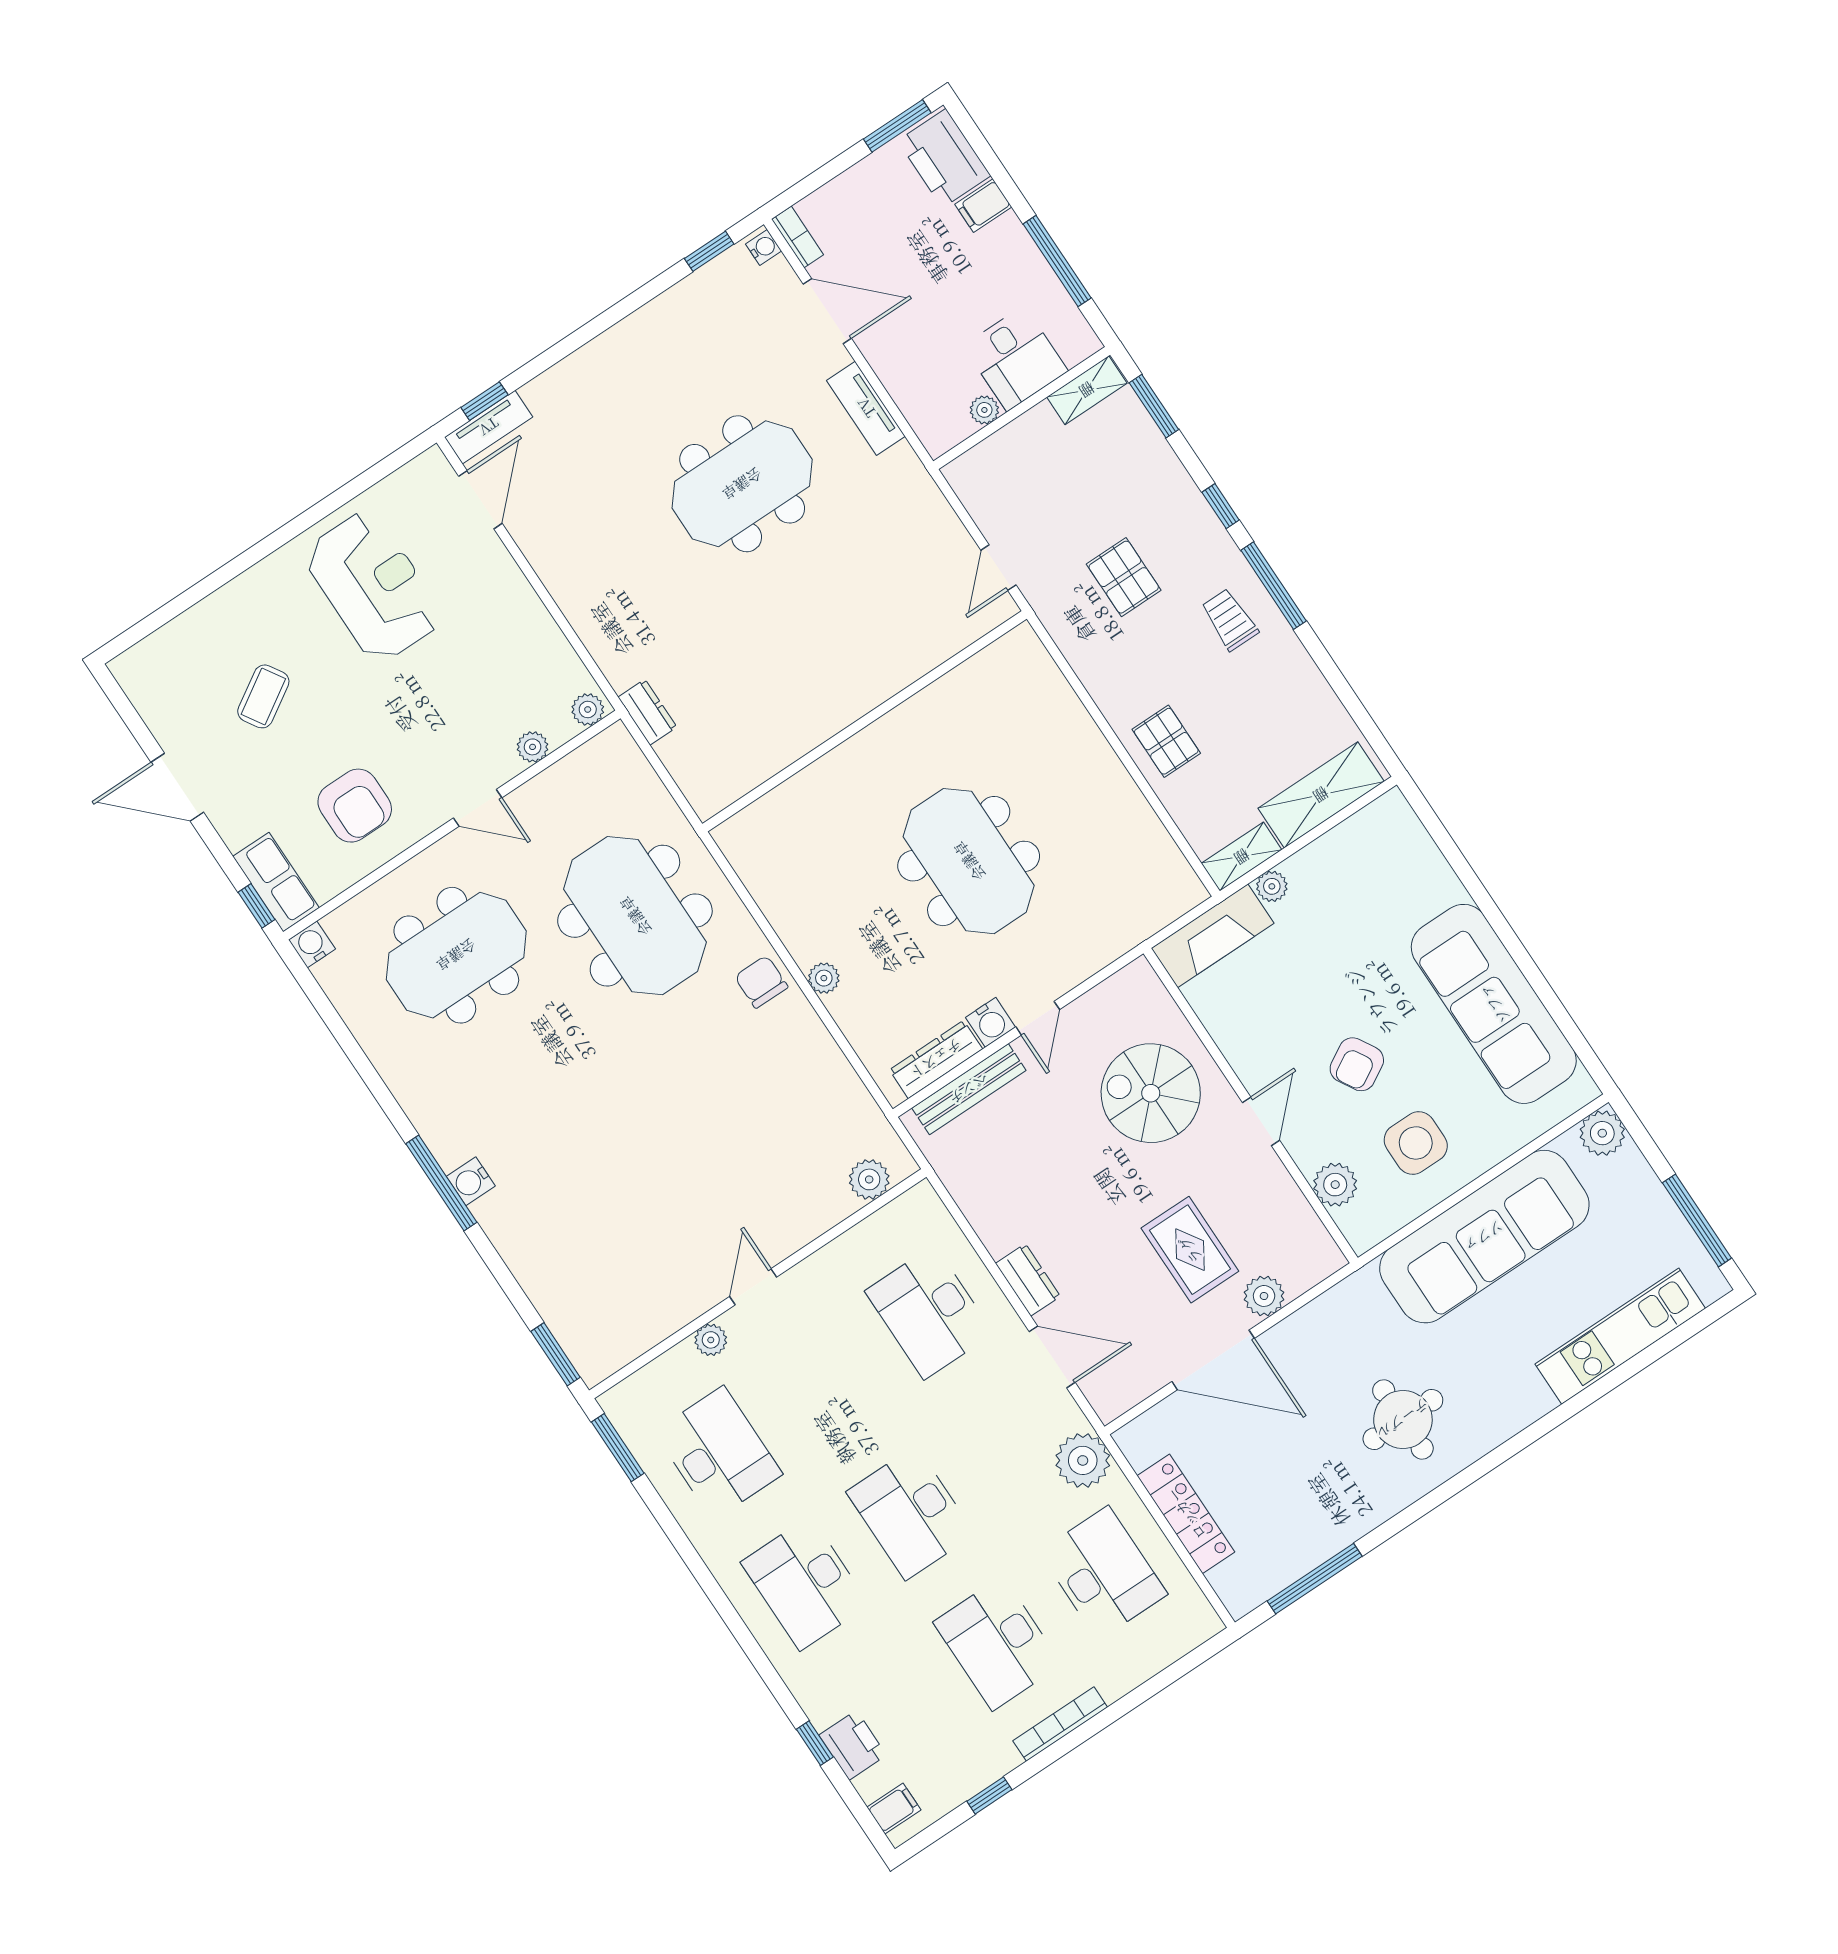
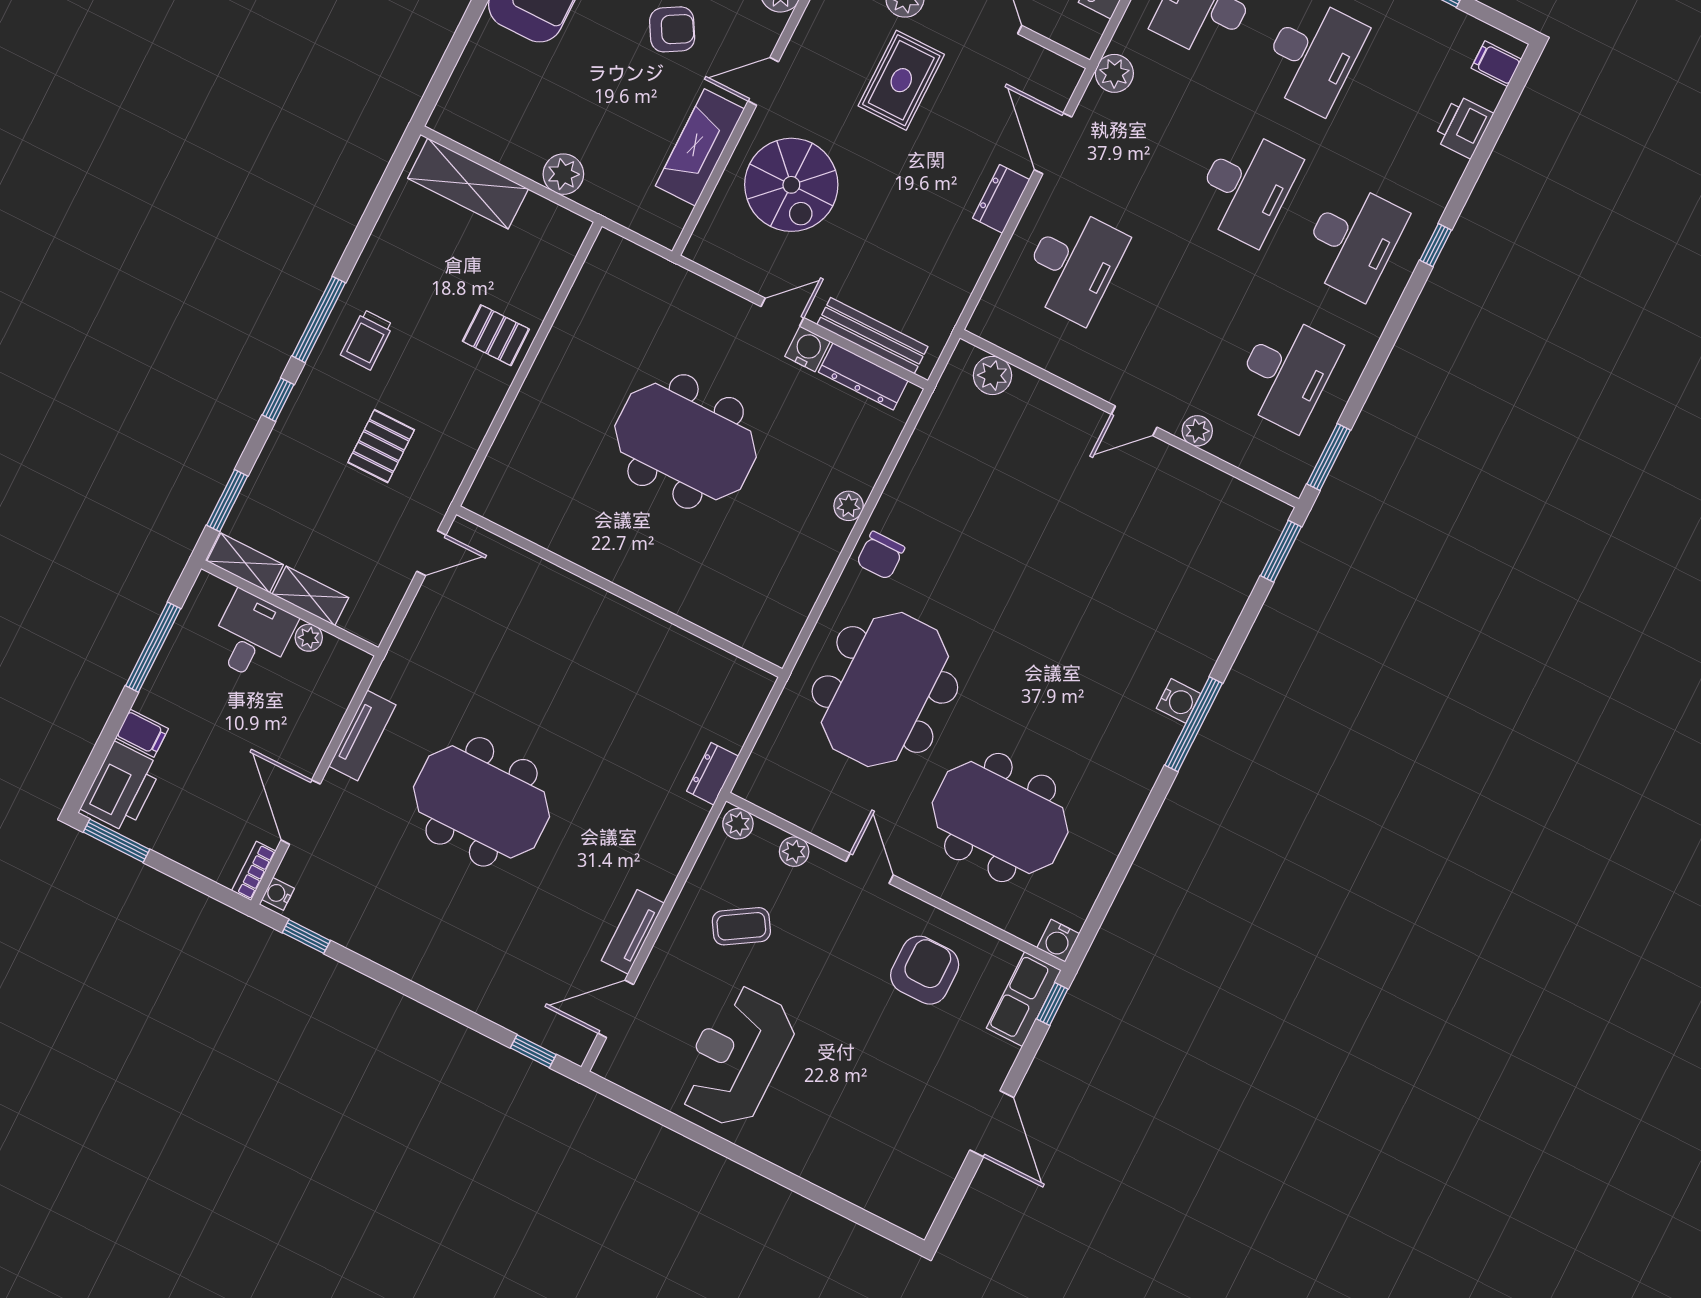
tv unit: (489, 427) -> (633, 932), moved, turned -90
coffee table: (263, 696) -> (741, 926), moved
pallet: (1166, 741) -> (496, 335), turned 90
shelving: (1242, 857) -> (310, 596), moved
meeting table: (969, 861) -> (686, 442), turned 90
plant: (1272, 886) -> (563, 174), width x1.38, depth x1.38
fireplace: (1213, 936) -> (700, 147), moved, turned -90
desk: (718, 1453) -> (1286, 372), turned 180
plant: (1083, 1460) -> (1114, 73), width x0.73, depth x0.73
window: (815, 1743) -> (1436, 245), moved

